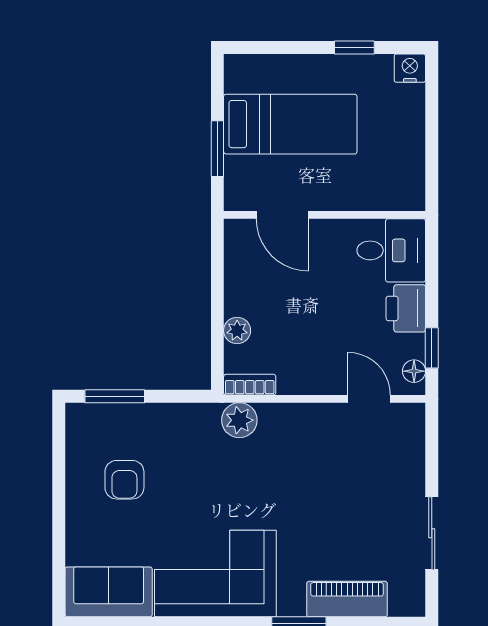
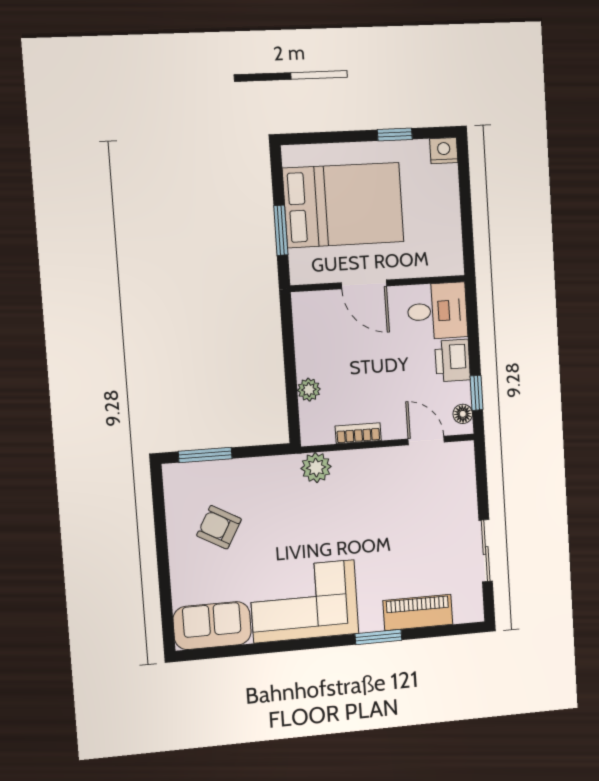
bed: (290, 124) -> (343, 205), width x1.50
door: (282, 215) -> (364, 284), moved
bookcase: (250, 385) -> (358, 433), moved
armchair: (124, 480) -> (219, 527), turned 119

